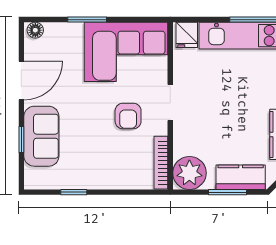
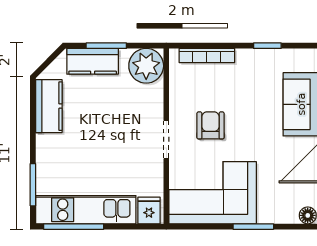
bookcase: (161, 163) -> (207, 55), moved, turned 90

